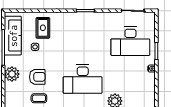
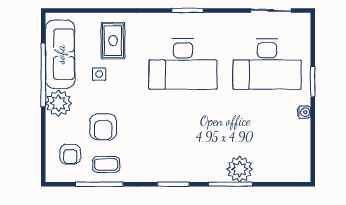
plant: (12, 74) -> (59, 103), moved
armchair: (37, 77) -> (103, 127), turned 90
desk: (83, 79) -> (183, 64), moved
armchair: (19, 92) -> (70, 154), added

